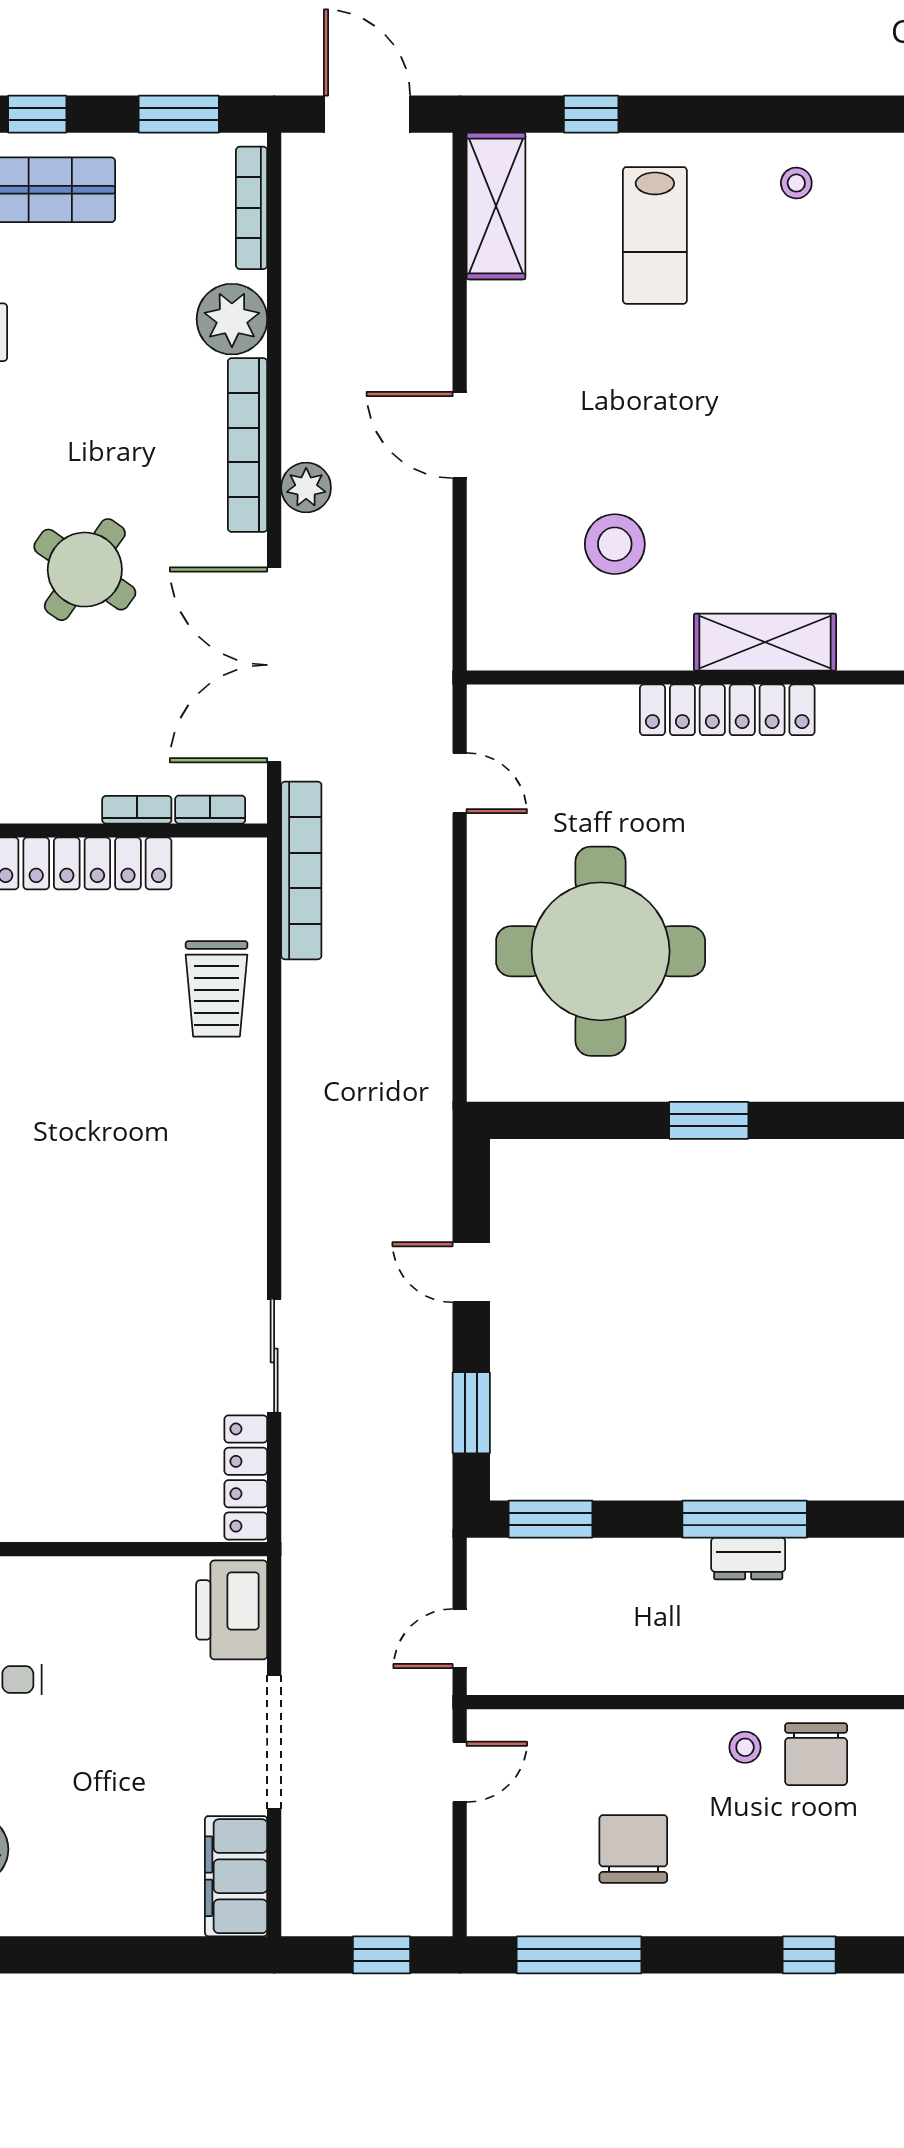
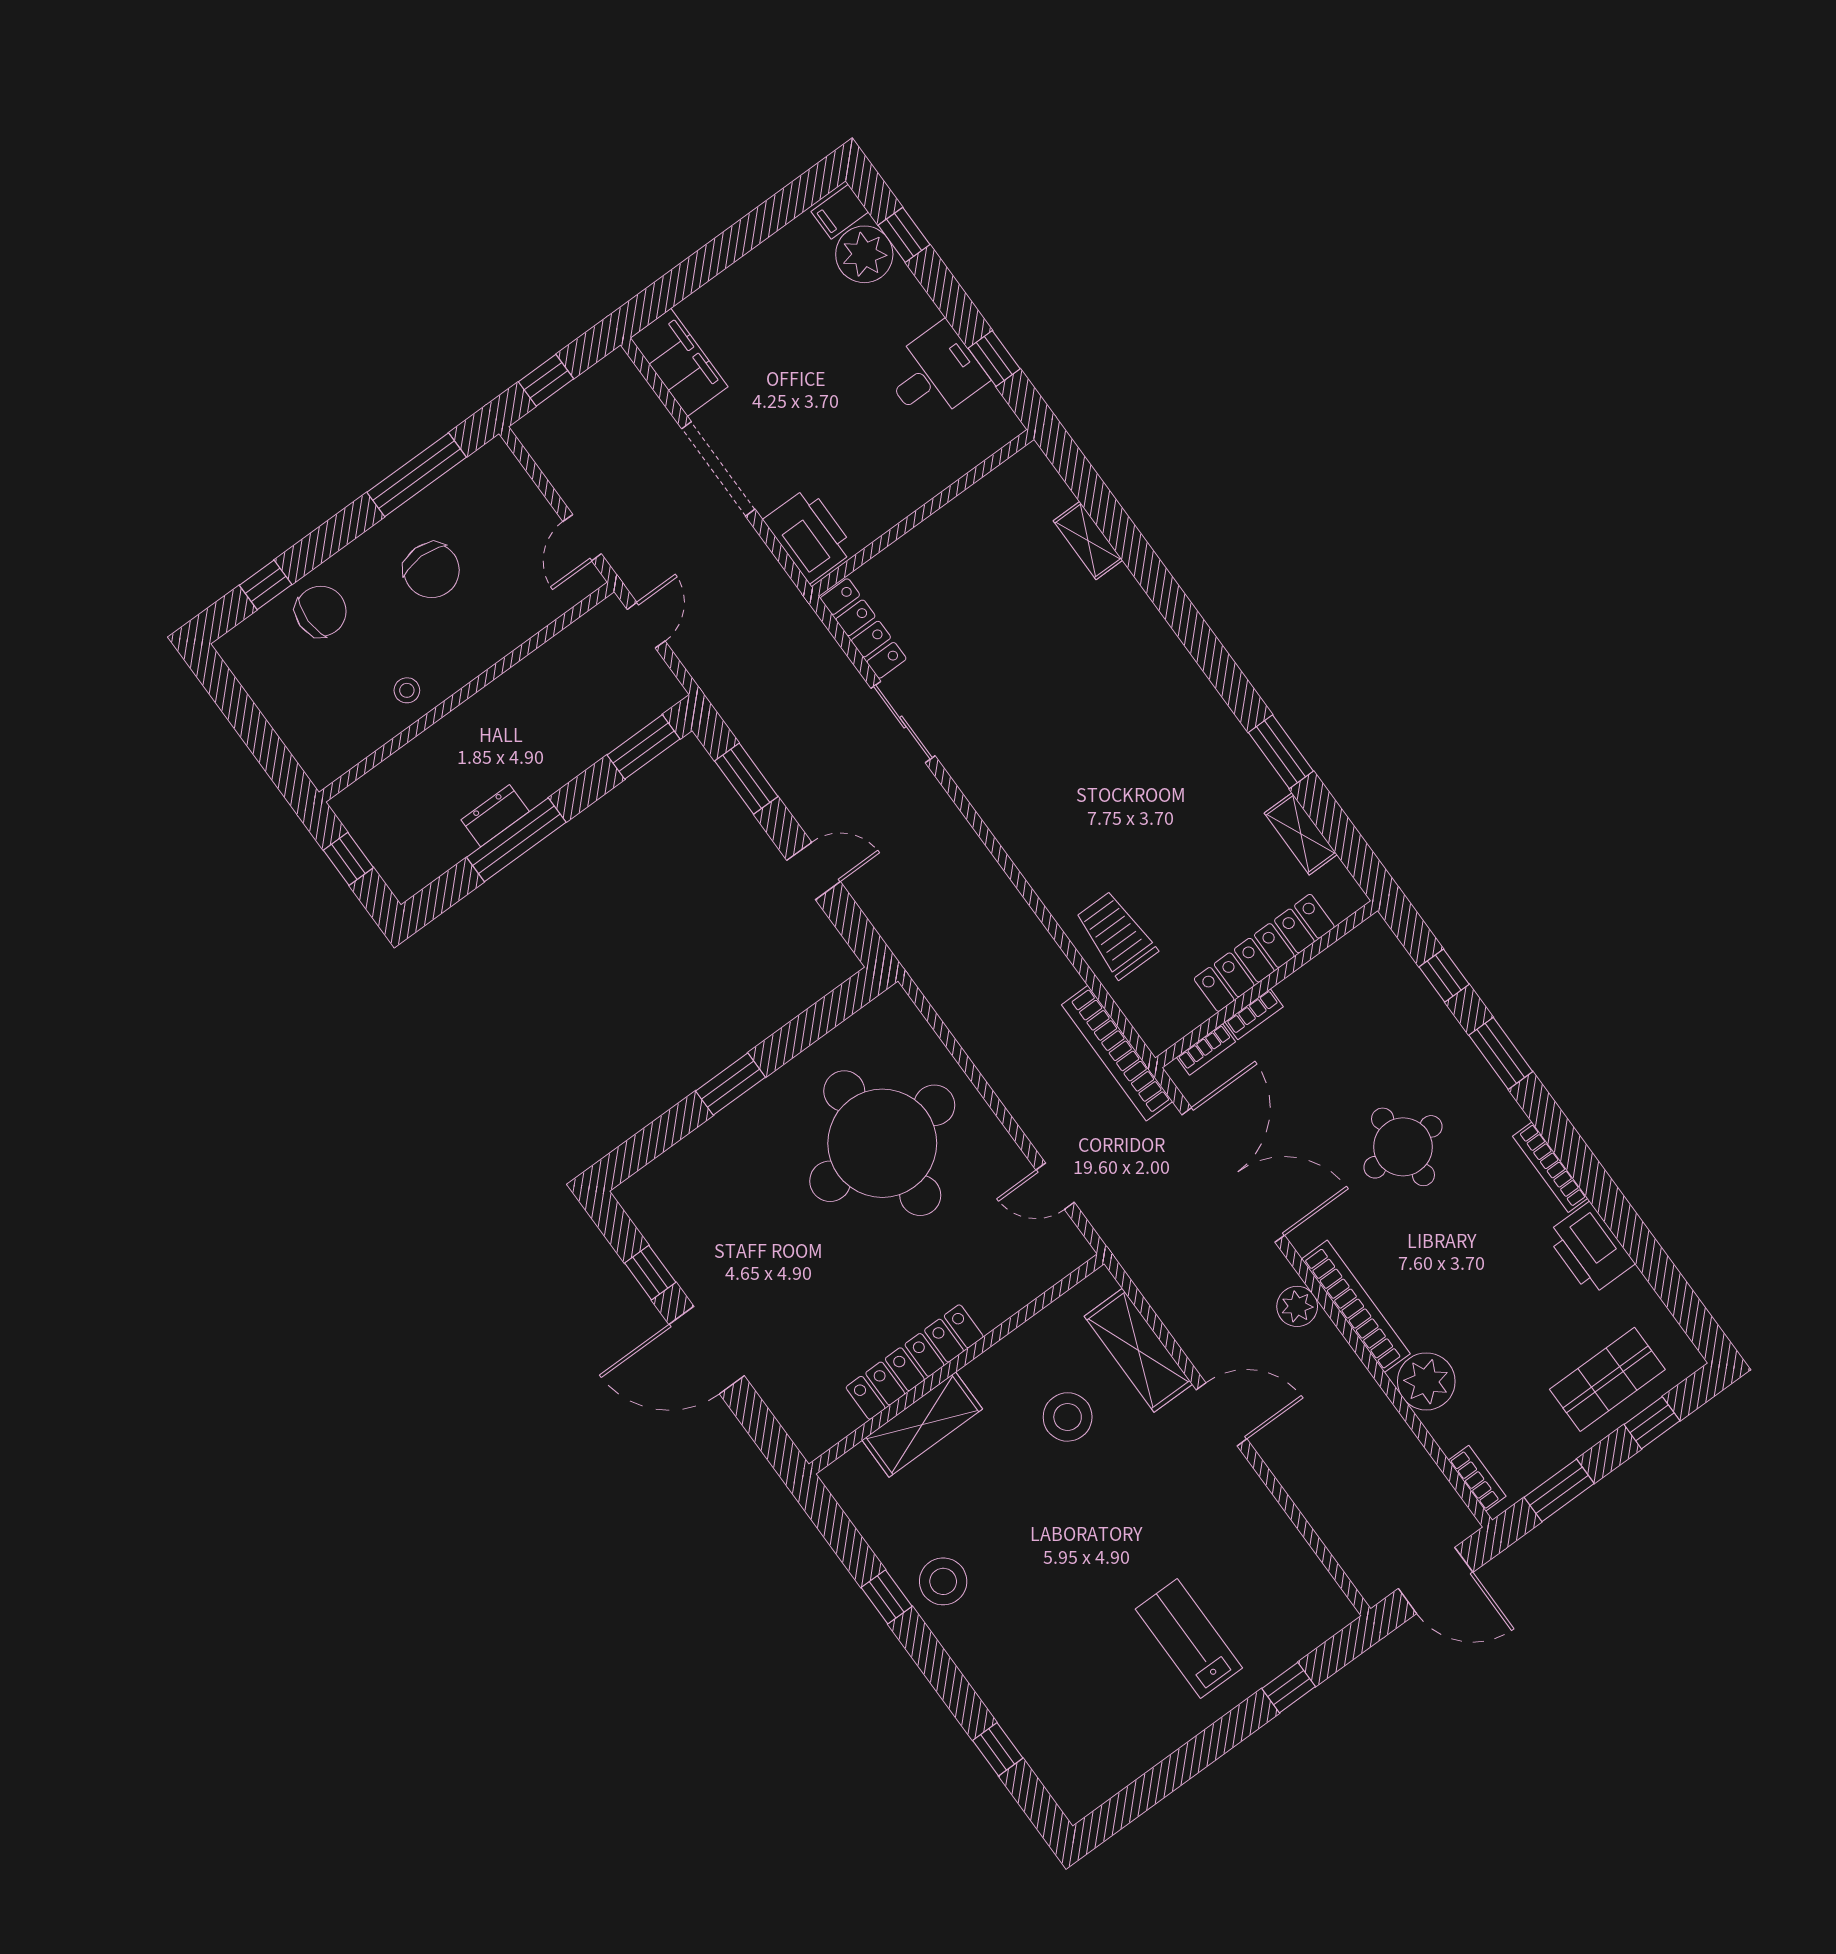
stool: (796, 183) -> (943, 1581), moved, width x1.89, depth x1.89
shelving: (496, 206) -> (1138, 1350), moved
bookcase: (252, 208) -> (1477, 1478), width x0.64
round table: (85, 570) -> (1403, 1147), turned -35
chair: (816, 1754) -> (321, 611), moved, turned 90

